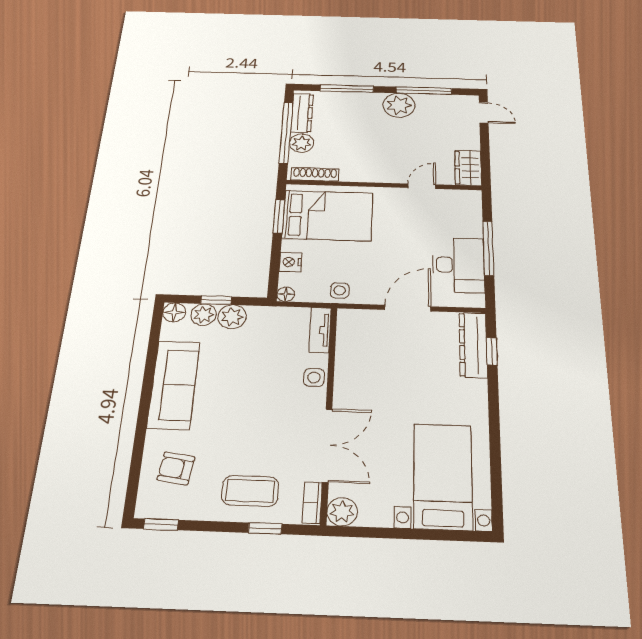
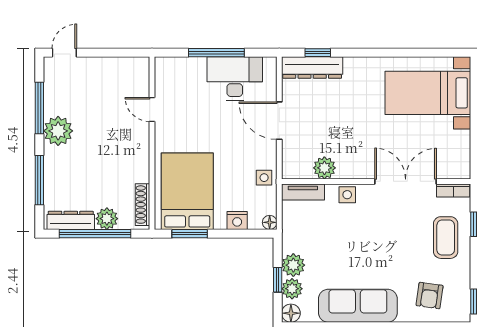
wardrobe: (468, 168) -> (130, 68), removed
plant: (342, 512) -> (324, 168), moved

